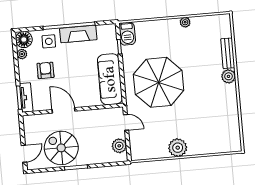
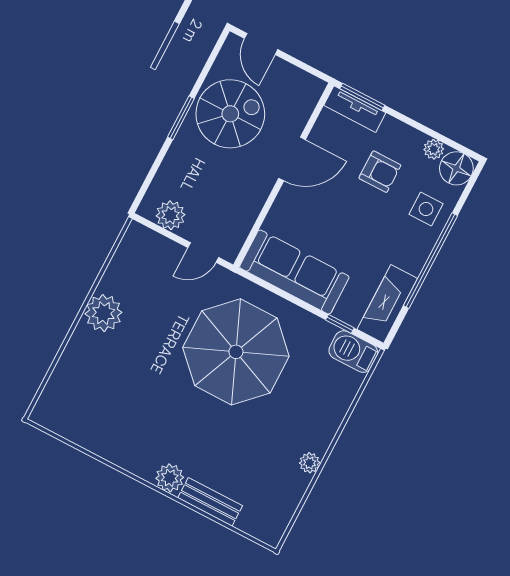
fireplace: (78, 34) -> (387, 304), moved

